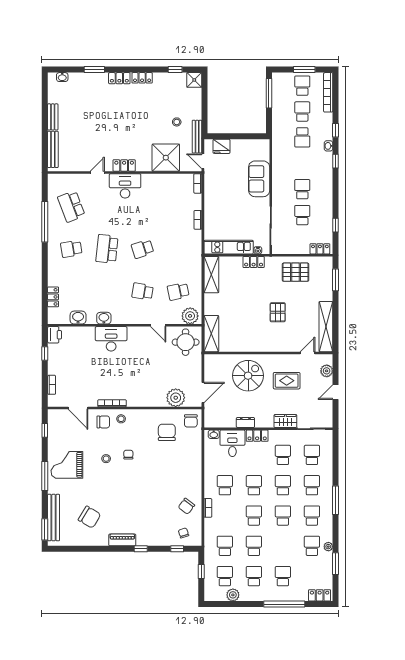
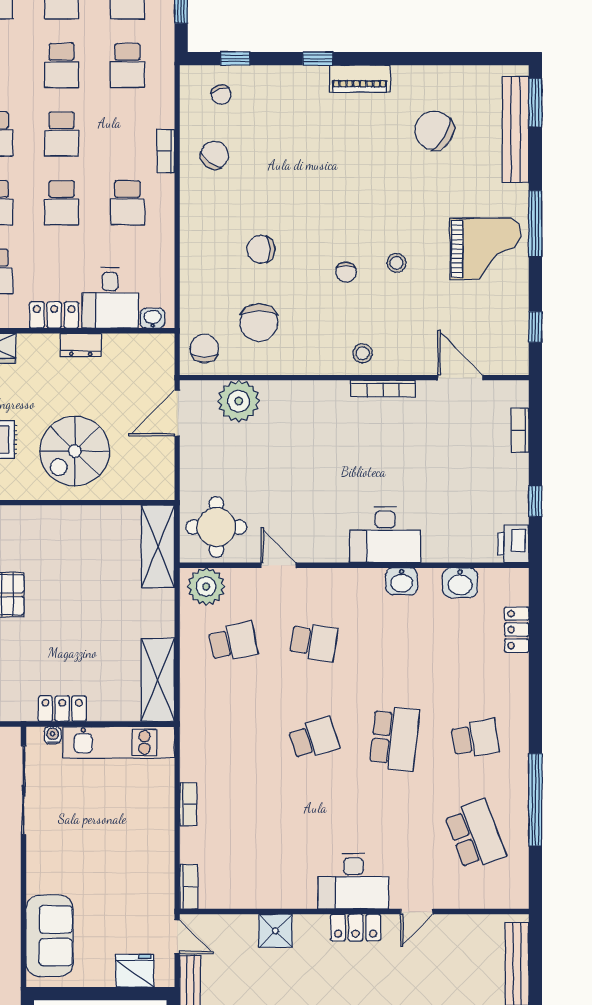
shower: (166, 158) -> (275, 931), width x0.54, depth x0.54
sofa: (259, 179) -> (50, 936), moved
chair: (103, 422) -> (261, 249), moved

